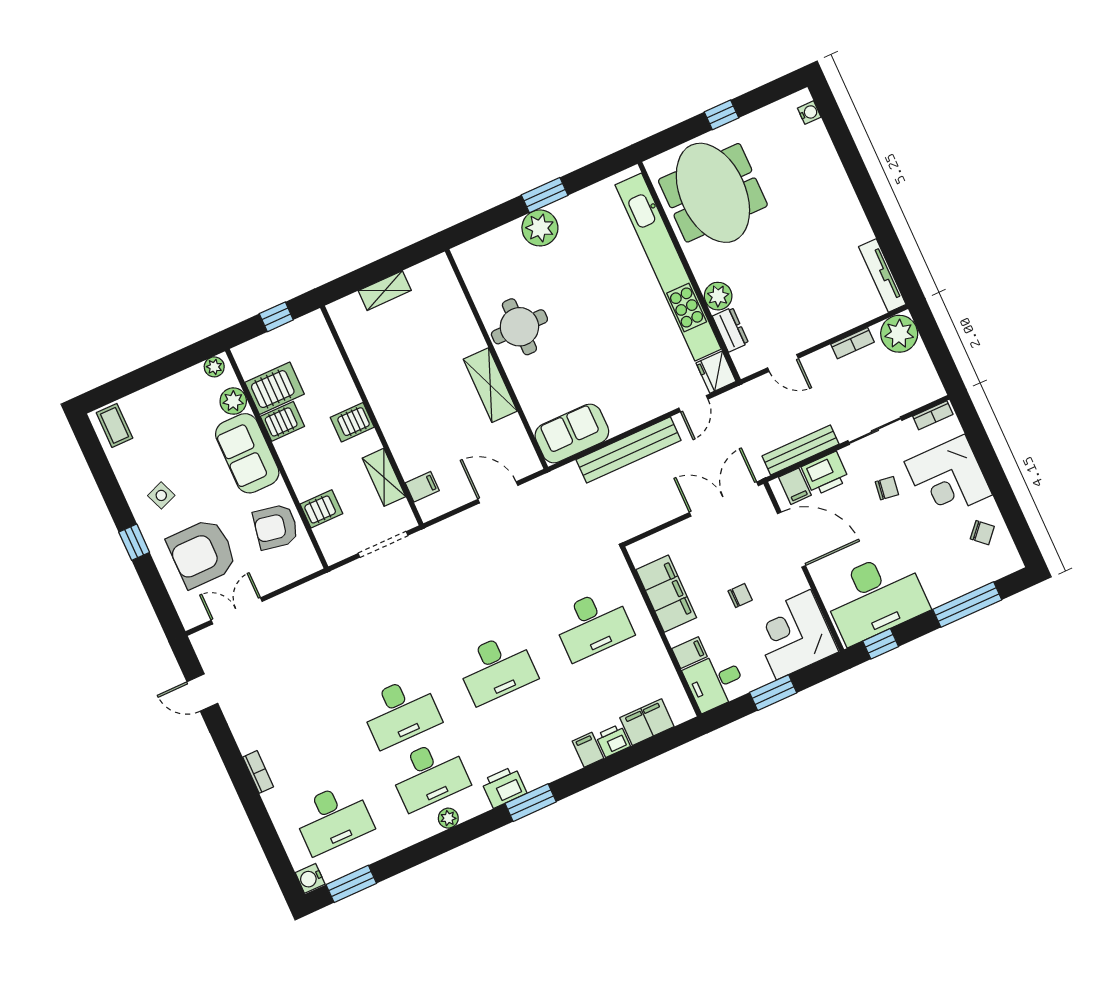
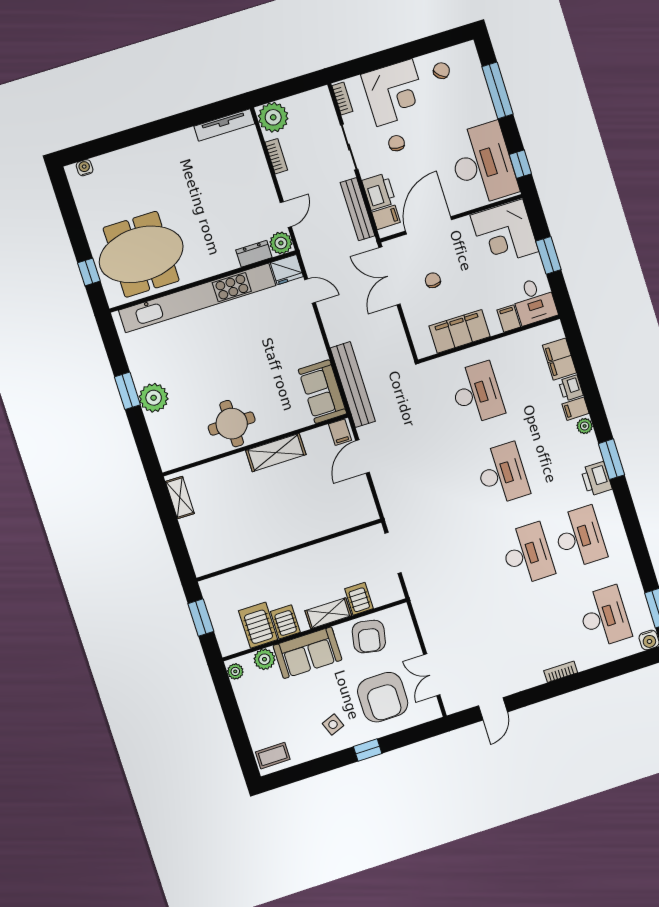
window: (722, 115) -> (89, 272), moved
shelving: (385, 291) -> (180, 498), moved
plant: (718, 296) -> (281, 243), moved
window: (276, 317) -> (201, 618), width x1.50
server rack: (352, 422) -> (293, 566), removed
bench: (629, 450) -> (353, 385), moved
shelving: (384, 477) -> (328, 613), moved
filing cabinet: (422, 487) -> (340, 432), moved, turned 180
chair: (740, 595) -> (433, 280), moved
plant: (448, 818) -> (585, 426), moved

